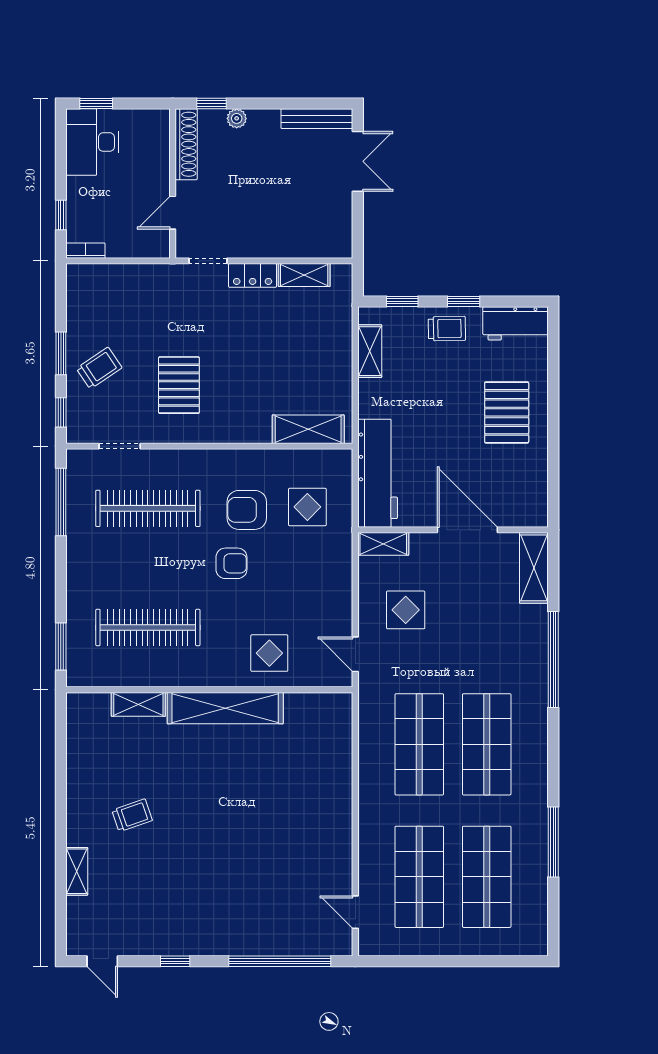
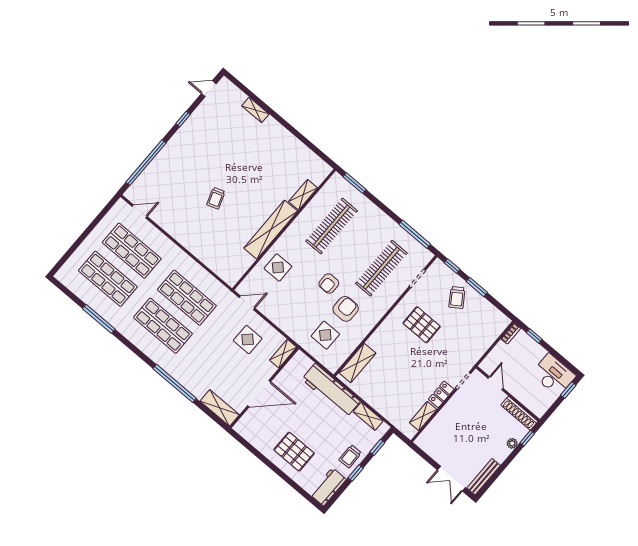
workbench: (378, 473) -> (331, 390), moved
trolley: (132, 815) -> (216, 198), moved

